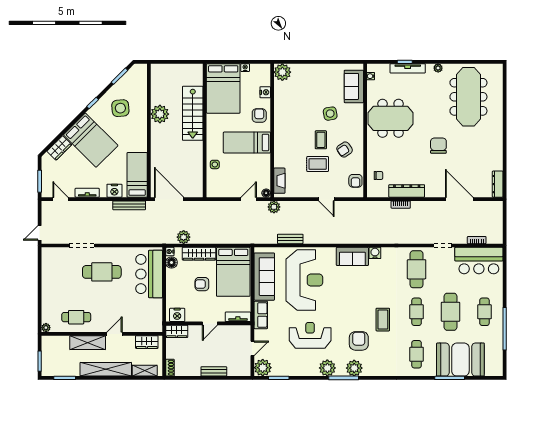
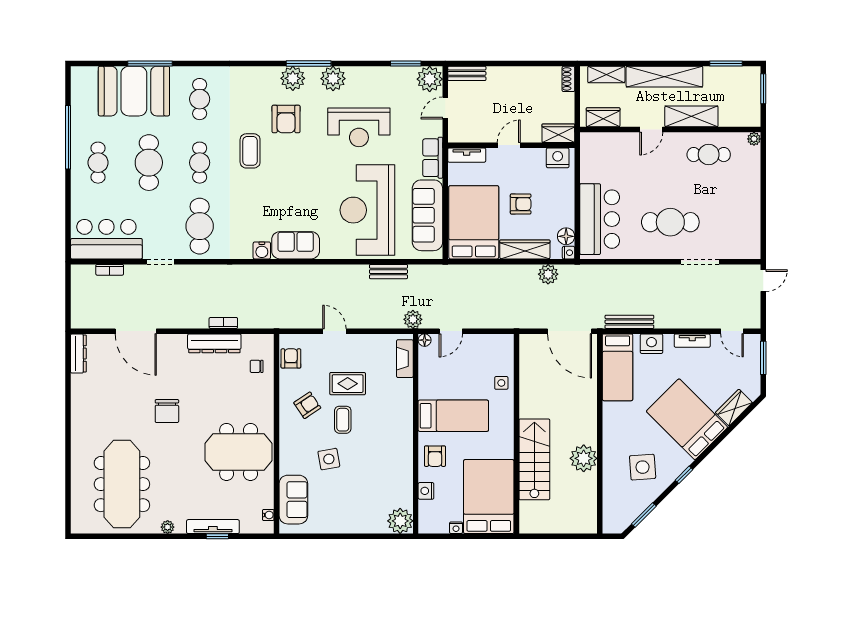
bench: (214, 371) -> (467, 73), moved

